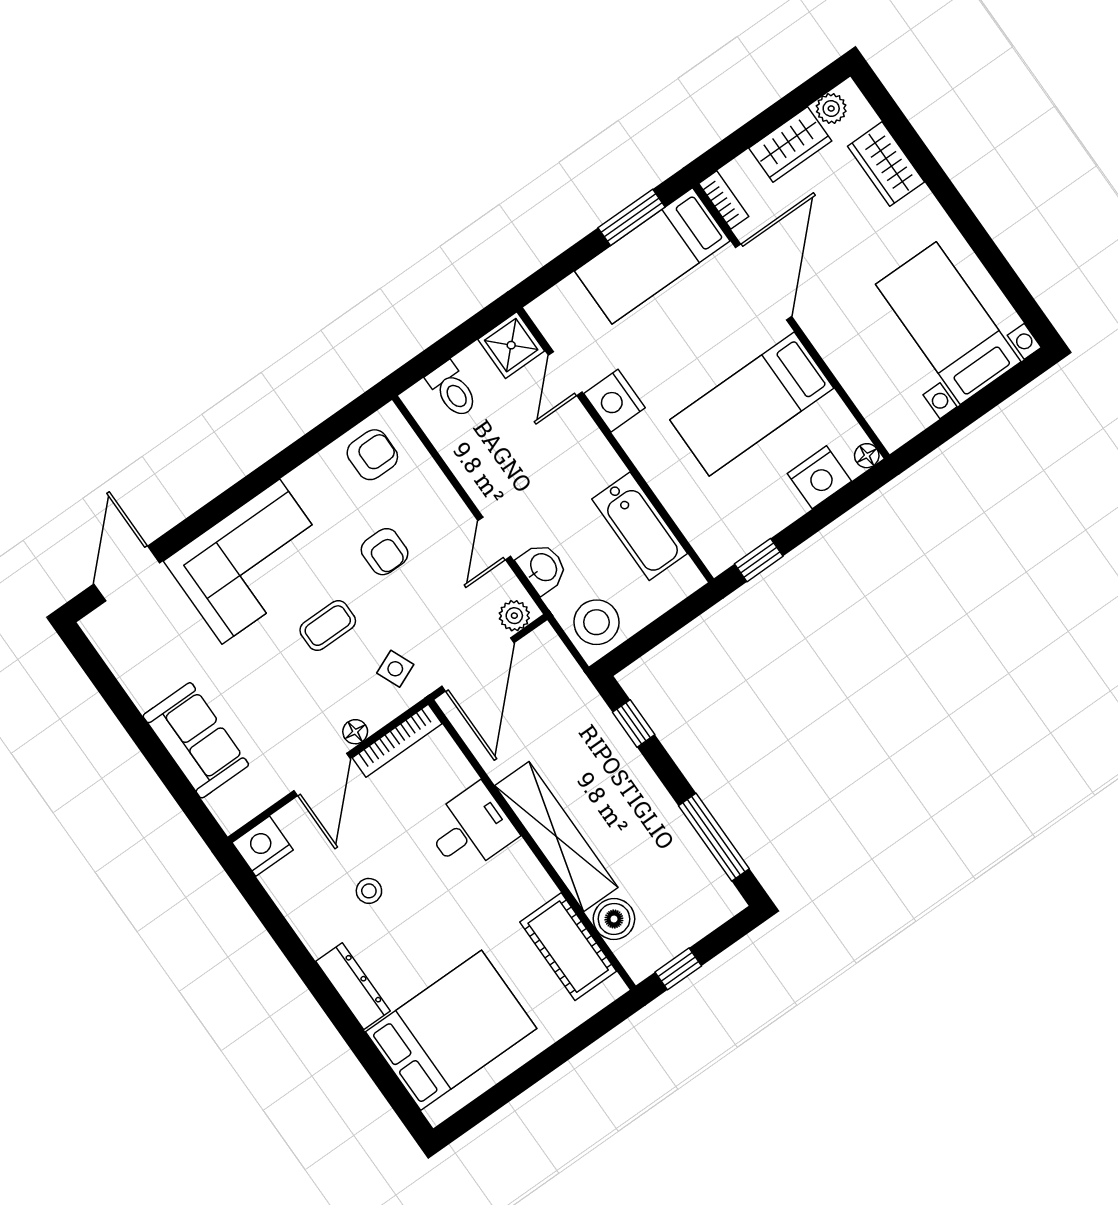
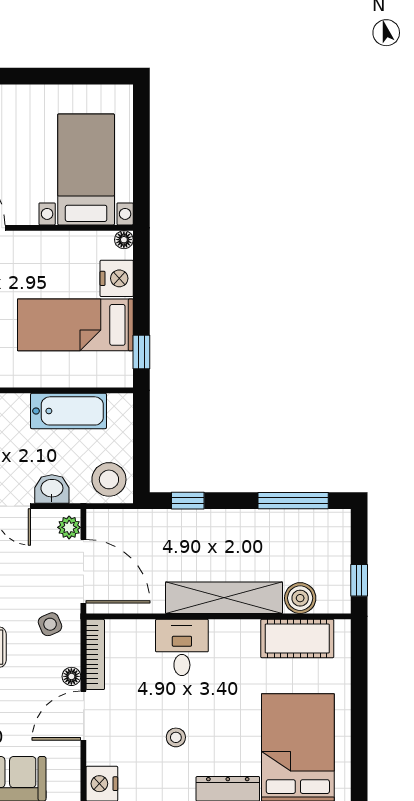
bed with nightstands: (948, 323) -> (86, 169), moved, turned 90
bed: (752, 404) -> (75, 325), moved, turned 90
door: (322, 774) -> (83, 716), swing flipped

